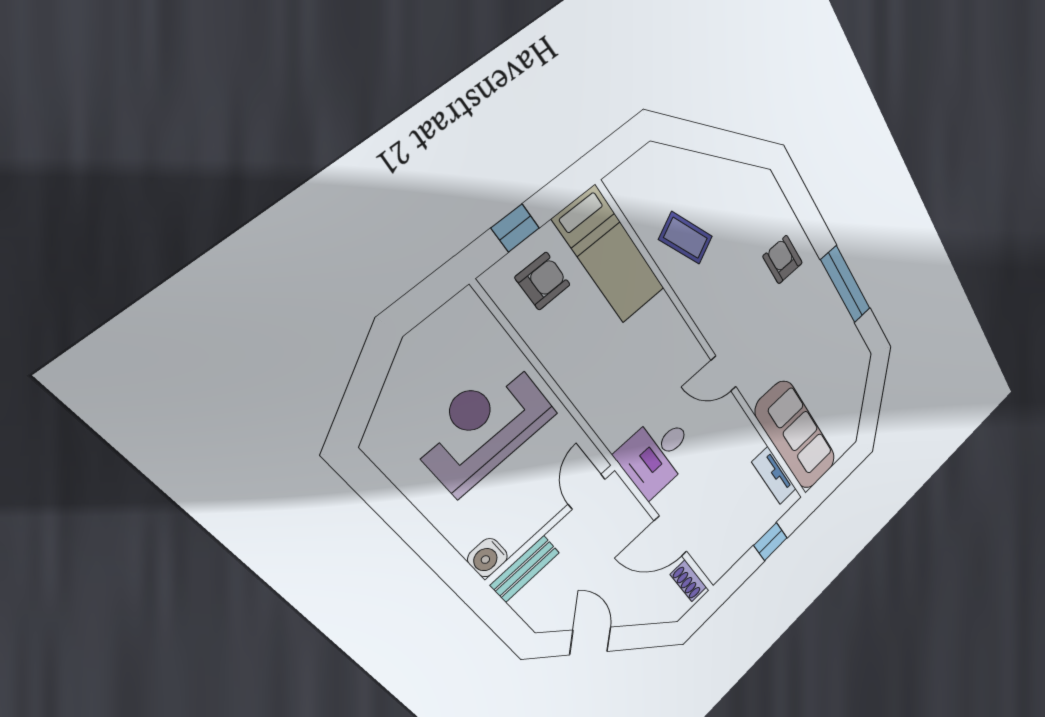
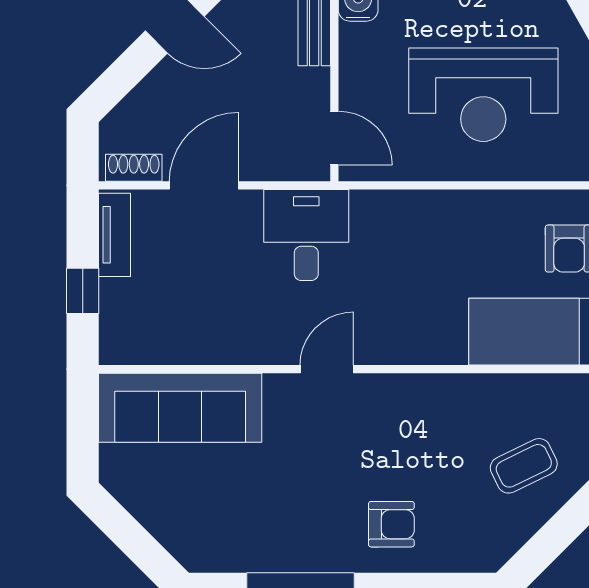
coffee table: (686, 238) -> (524, 466), moved
reception desk: (484, 426) -> (483, 95), turned 90
tv unit: (774, 476) -> (114, 235), moved, turned 90

